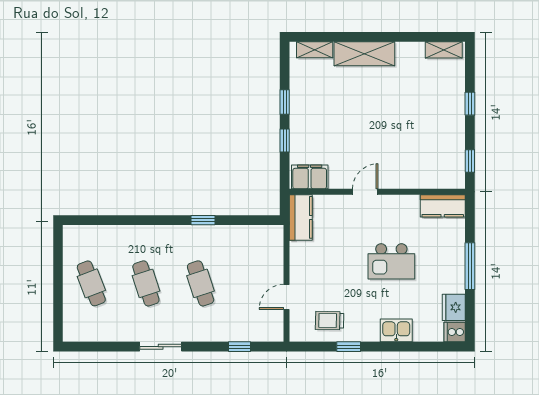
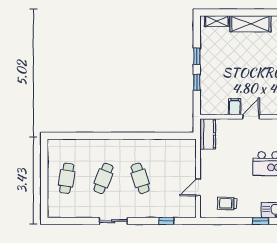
filing cabinet: (310, 177) -> (235, 107), moved, width x0.50
window: (203, 220) -> (142, 136), removed
cafe table: (91, 283) -> (67, 178), turned 30
cafe table: (146, 283) -> (103, 178), turned 39
window: (349, 347) -> (261, 221), moved

